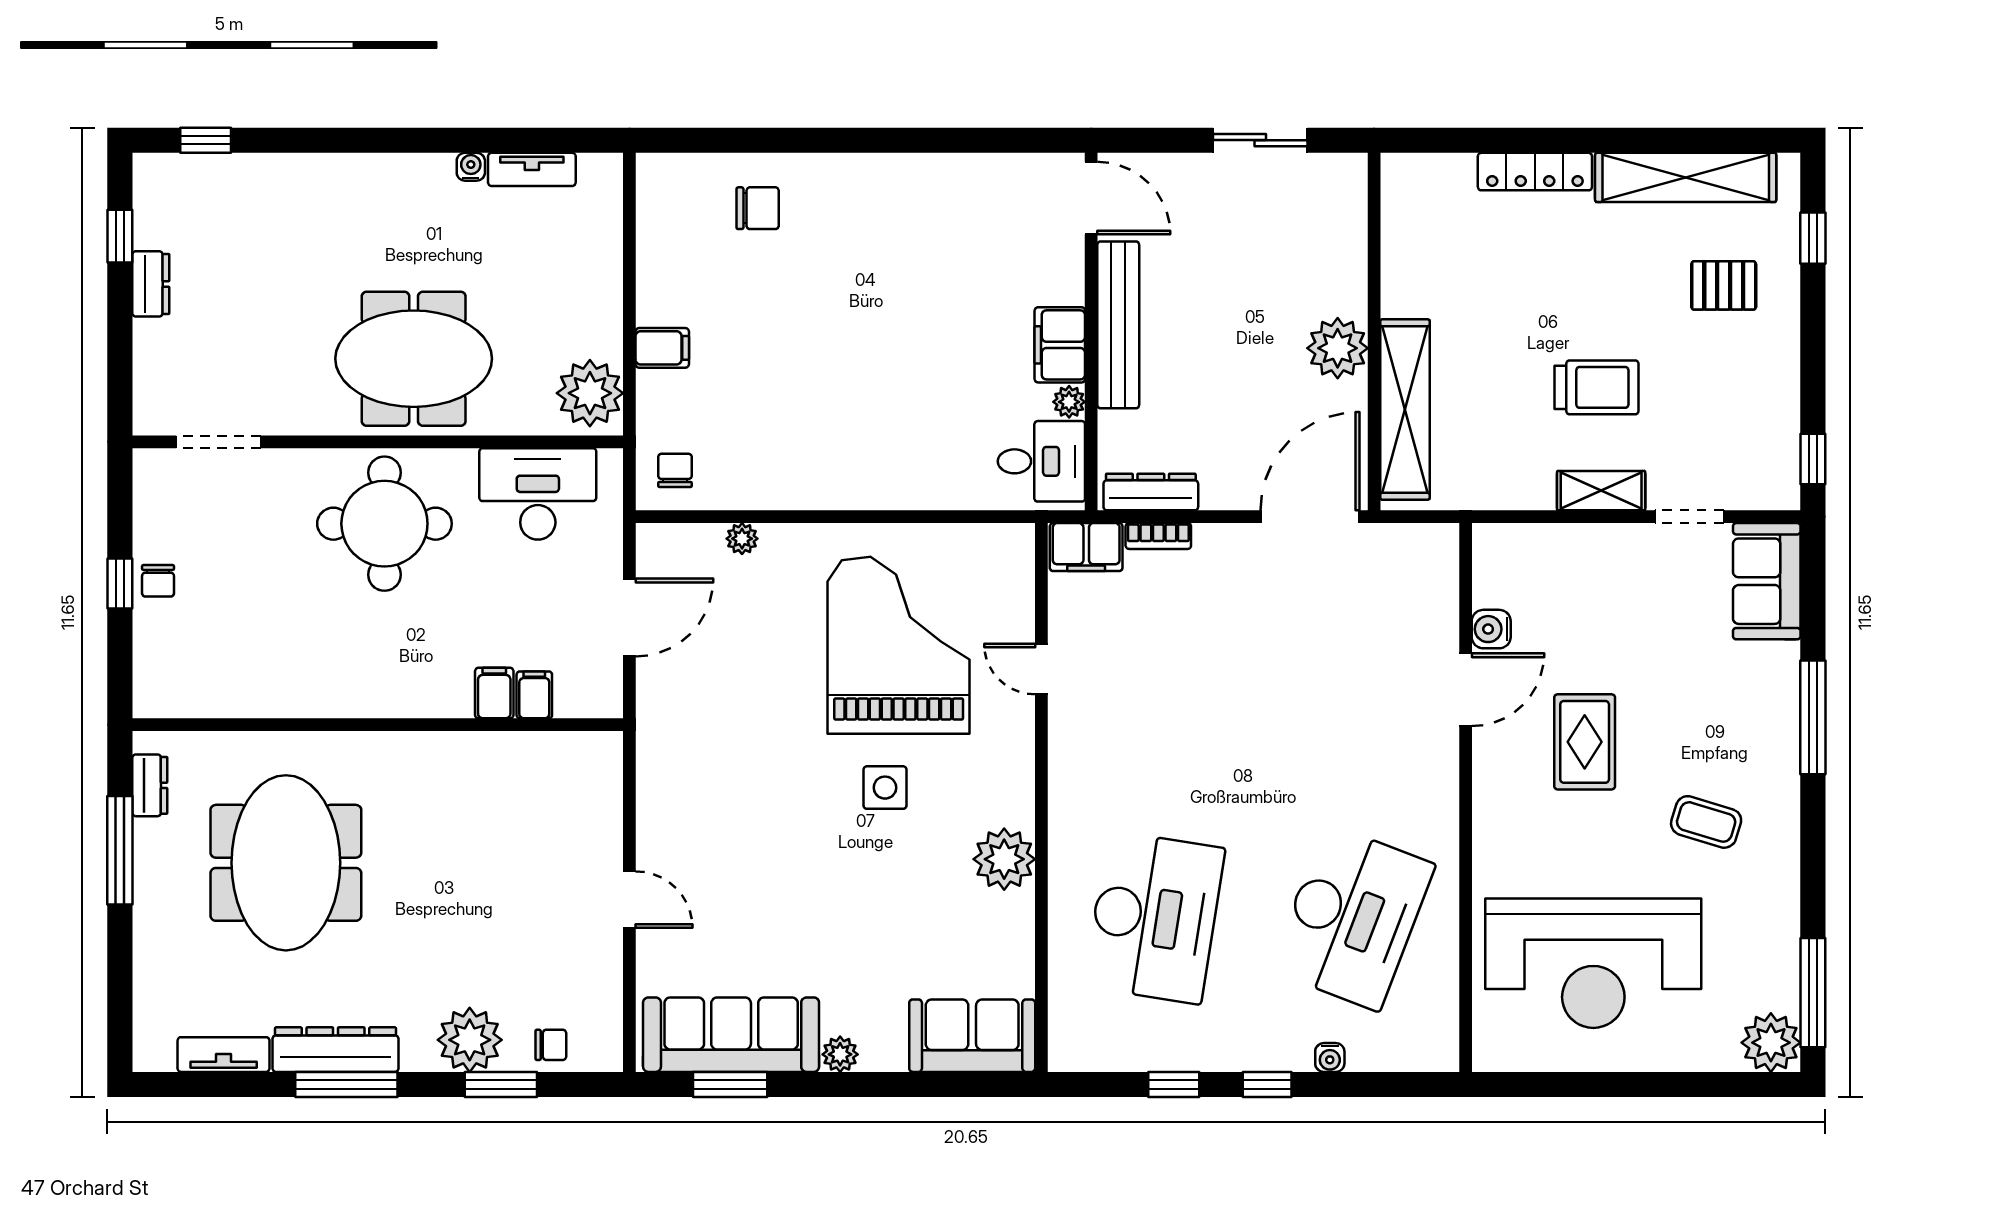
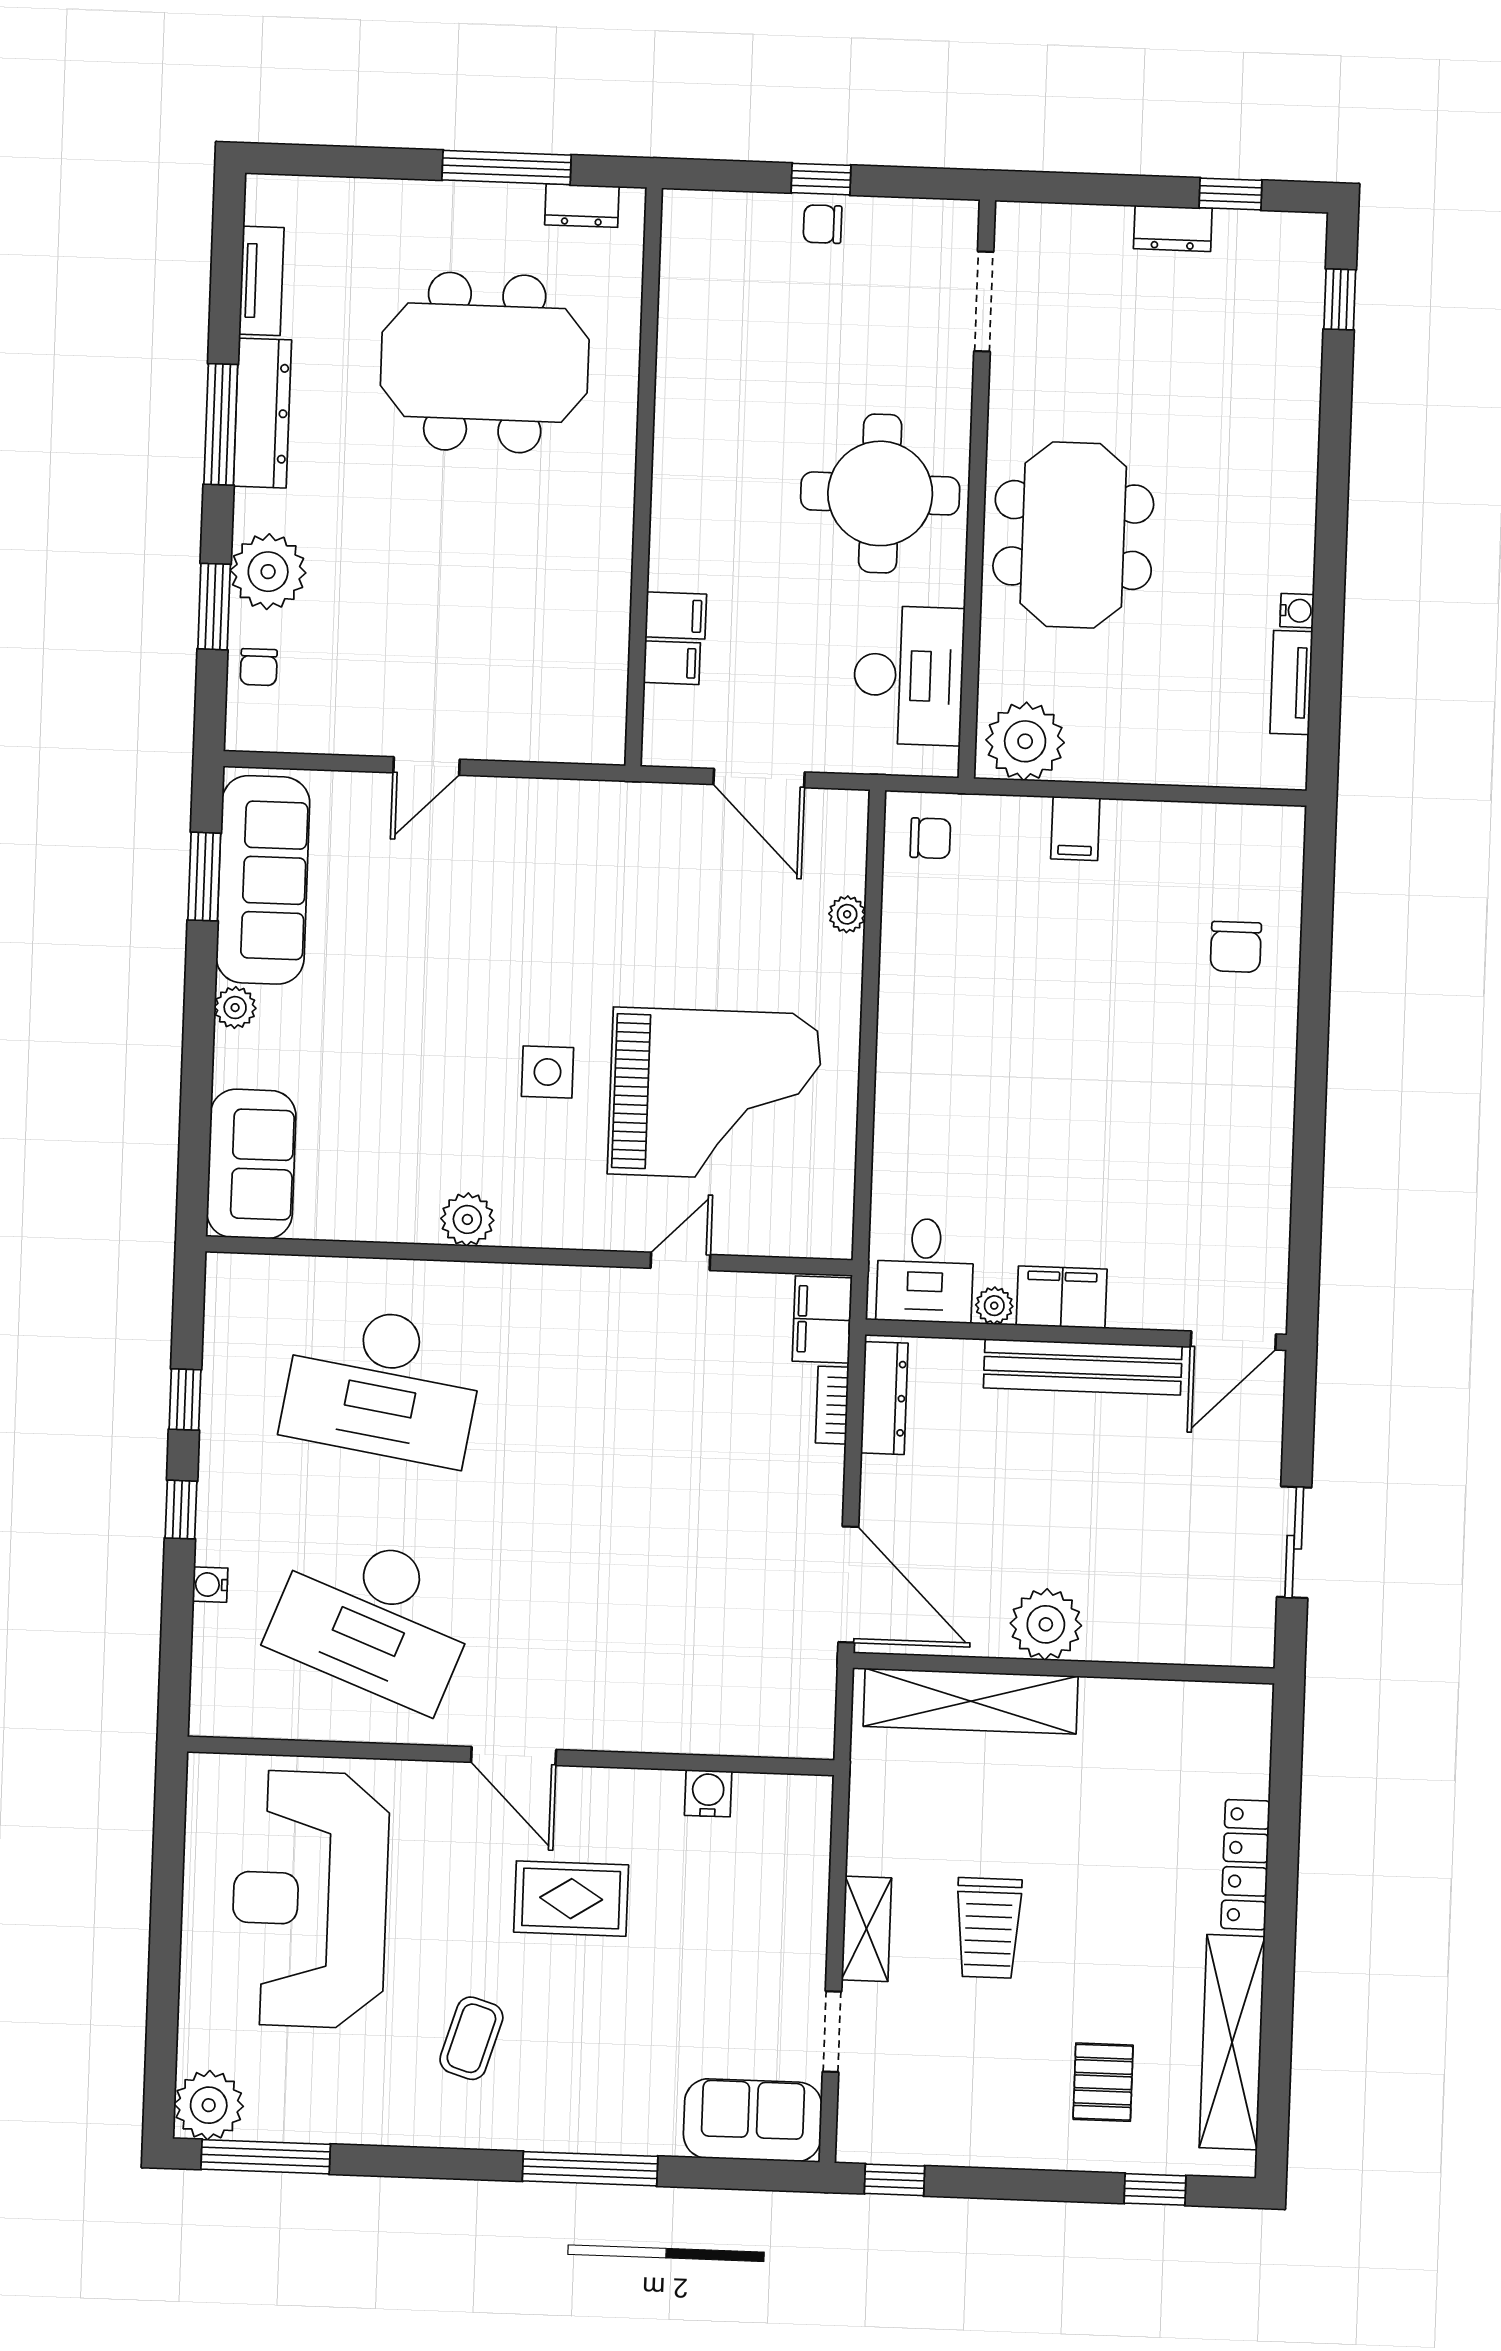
door: (1466, 690) -> (514, 1756), moved
plant: (1004, 859) -> (467, 1219), width x0.73, depth x0.73

